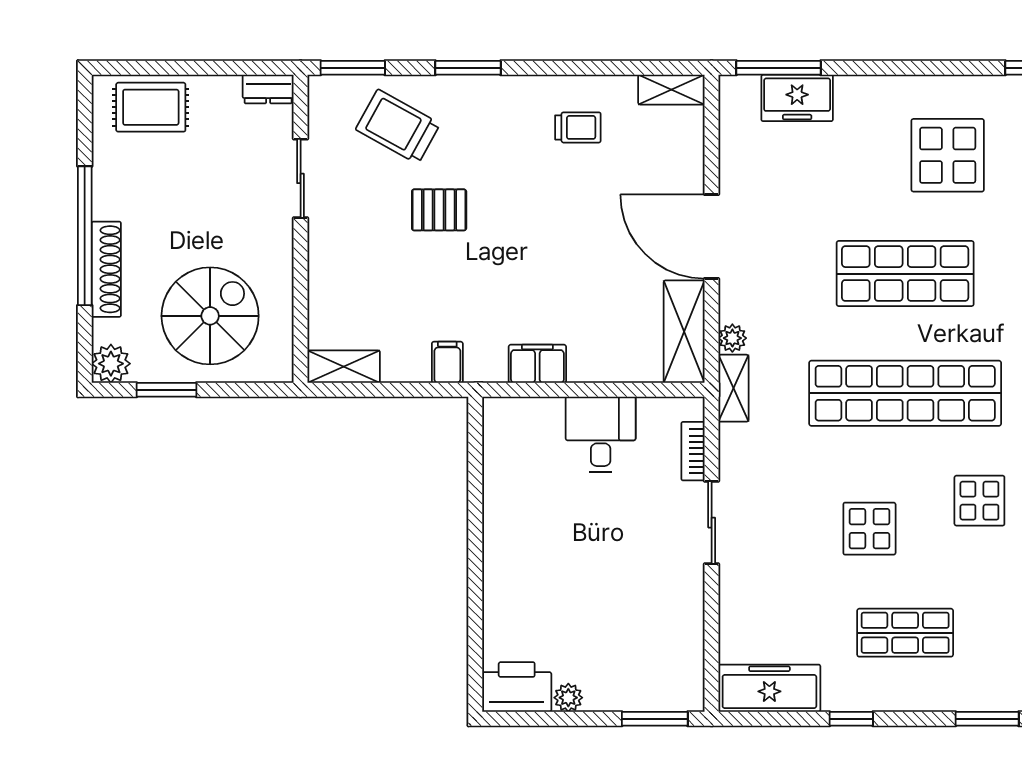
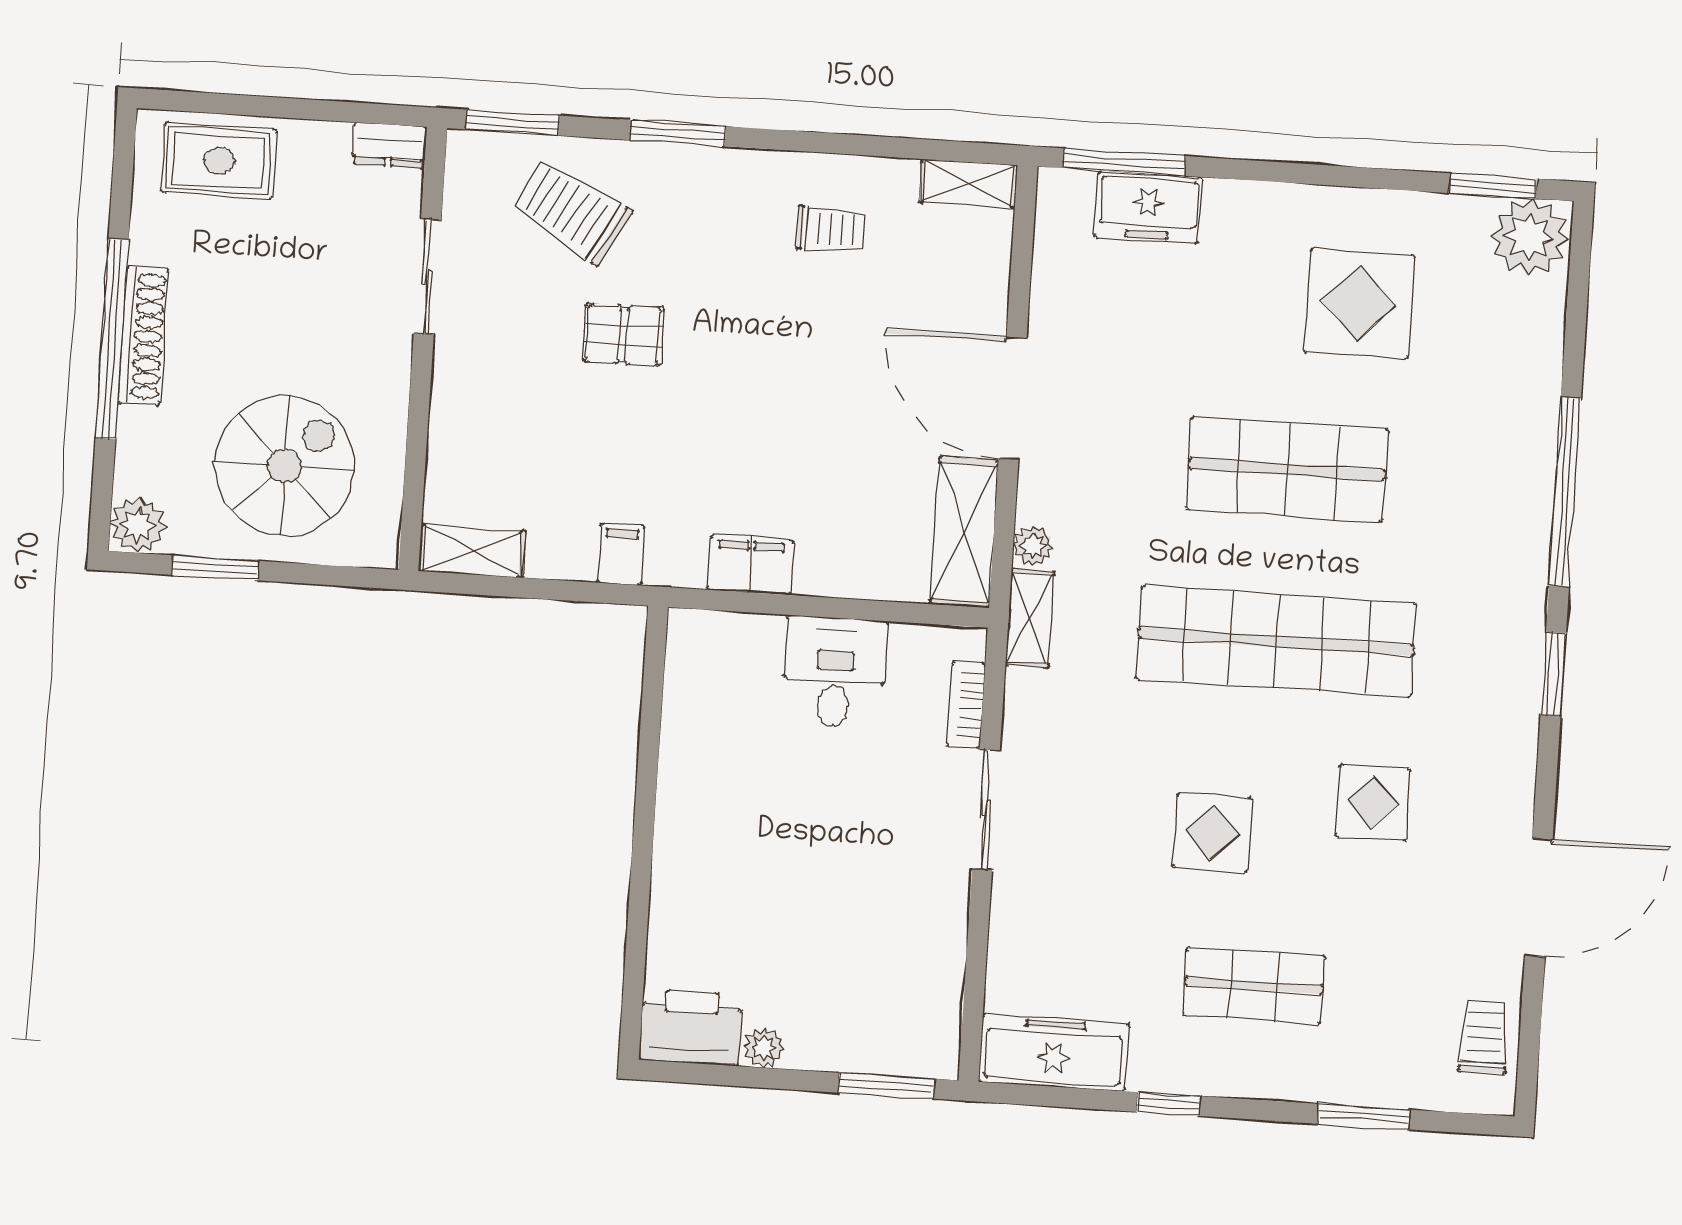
shoe rack: (106, 269) -> (143, 336), moved

